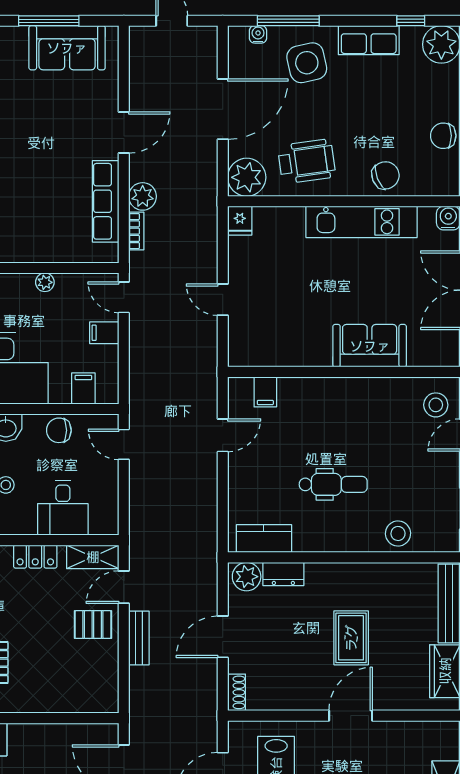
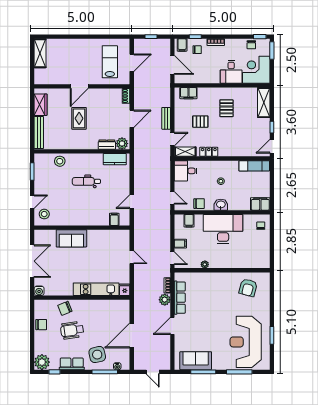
wheelchair: (307, 161) -> (72, 330), moved
plant: (247, 177) -> (122, 308), removed
kitchen unit: (361, 222) -> (96, 289), moved
desk: (63, 508) -> (186, 171), moved, turned -90
pallet: (93, 625) -> (200, 122), moved
filing cabinet: (85, 699) -> (188, 93), added

